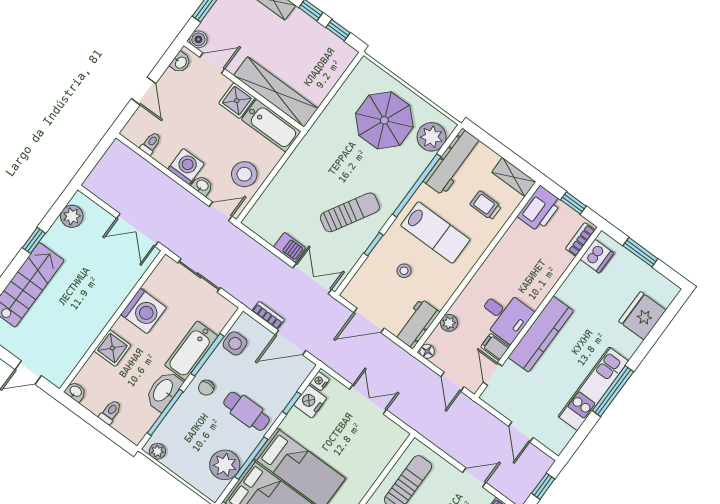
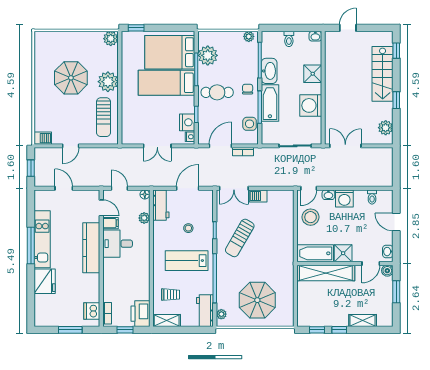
plant: (432, 137) -> (221, 314), width x0.53, depth x0.53
workbench: (453, 162) -> (205, 311), width x0.73
fridge: (642, 316) -> (45, 281), moved

